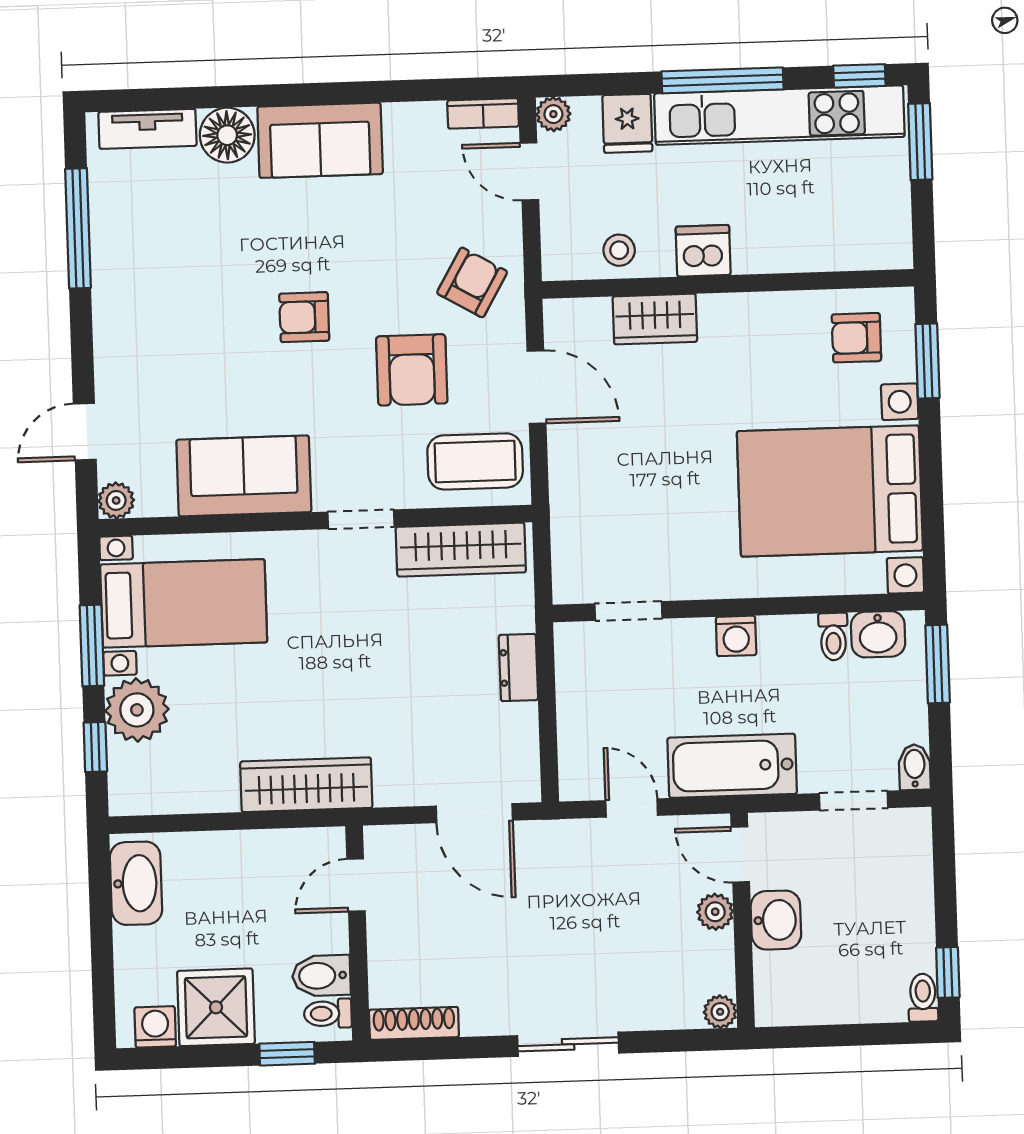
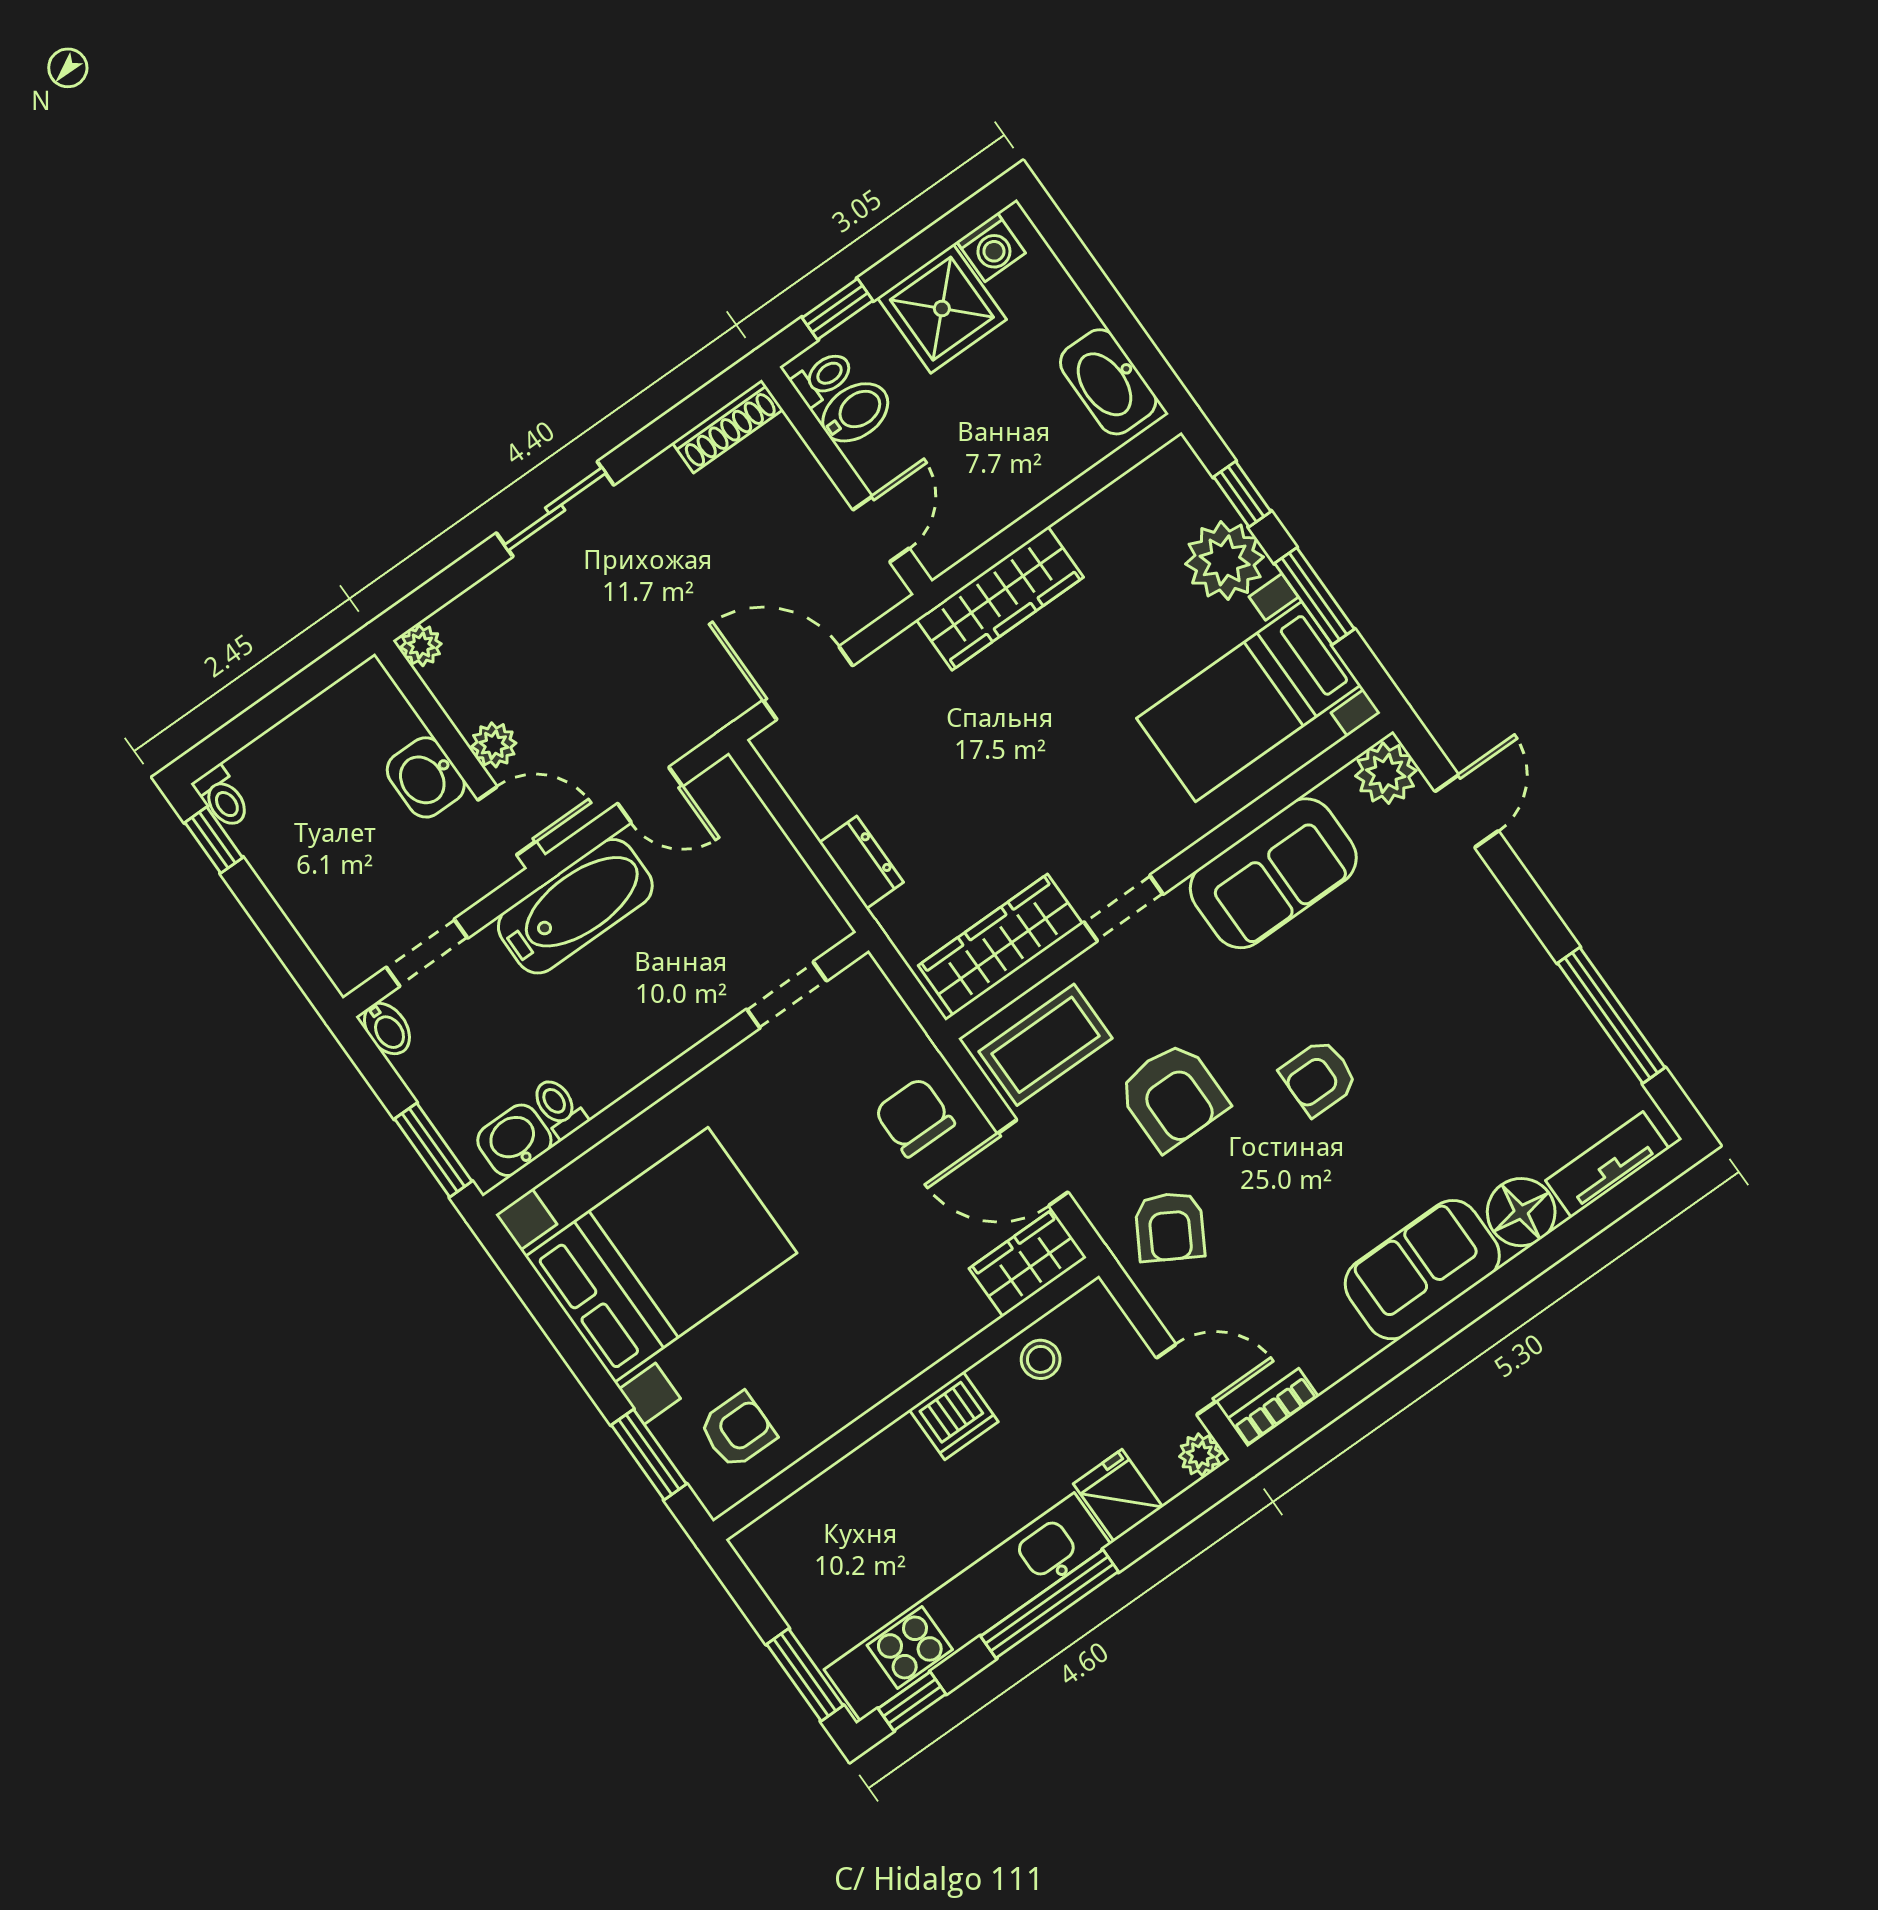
armchair: (304, 317) -> (1319, 1077), turned 180
wardrobe: (655, 319) -> (1028, 1263), moved
armchair: (412, 370) -> (1173, 1096), turned 180
chair: (596, 471) -> (915, 1117), added
plant: (116, 500) -> (1386, 773), width x1.38, depth x1.38
washing machine: (736, 636) -> (659, 1042), removed

